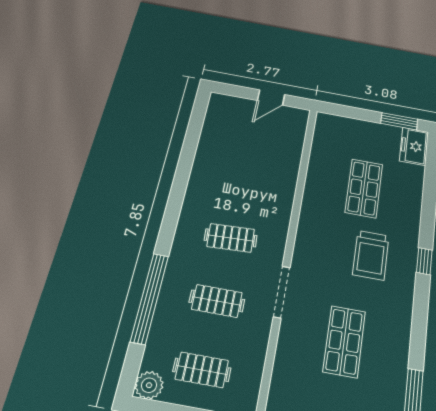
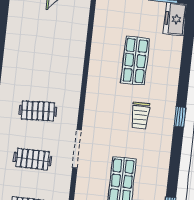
trolley: (371, 255) -> (140, 115), width x0.73, depth x0.72

